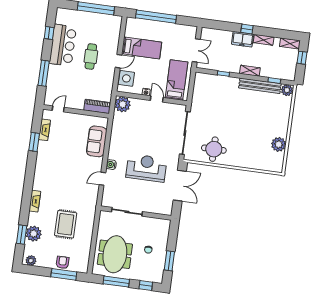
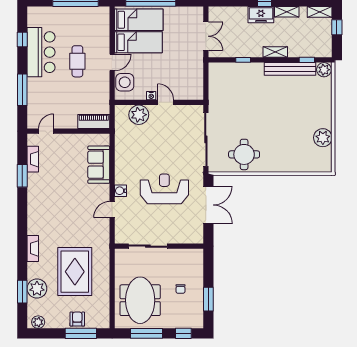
bed: (176, 80) -> (139, 20), moved, turned 90
plant: (123, 104) -> (139, 115), moved
rug: (66, 224) -> (75, 272), width x1.37, depth x1.44

